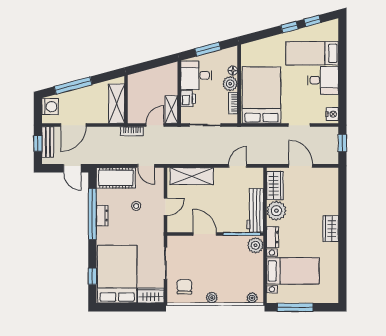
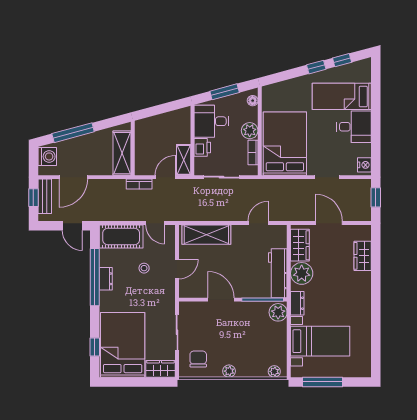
floor lamp: (233, 71) -> (253, 101), moved
wardrobe: (331, 229) -> (363, 256), moved

